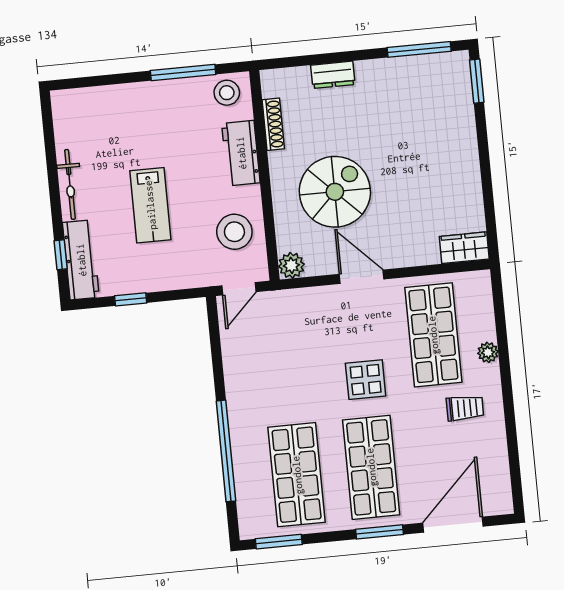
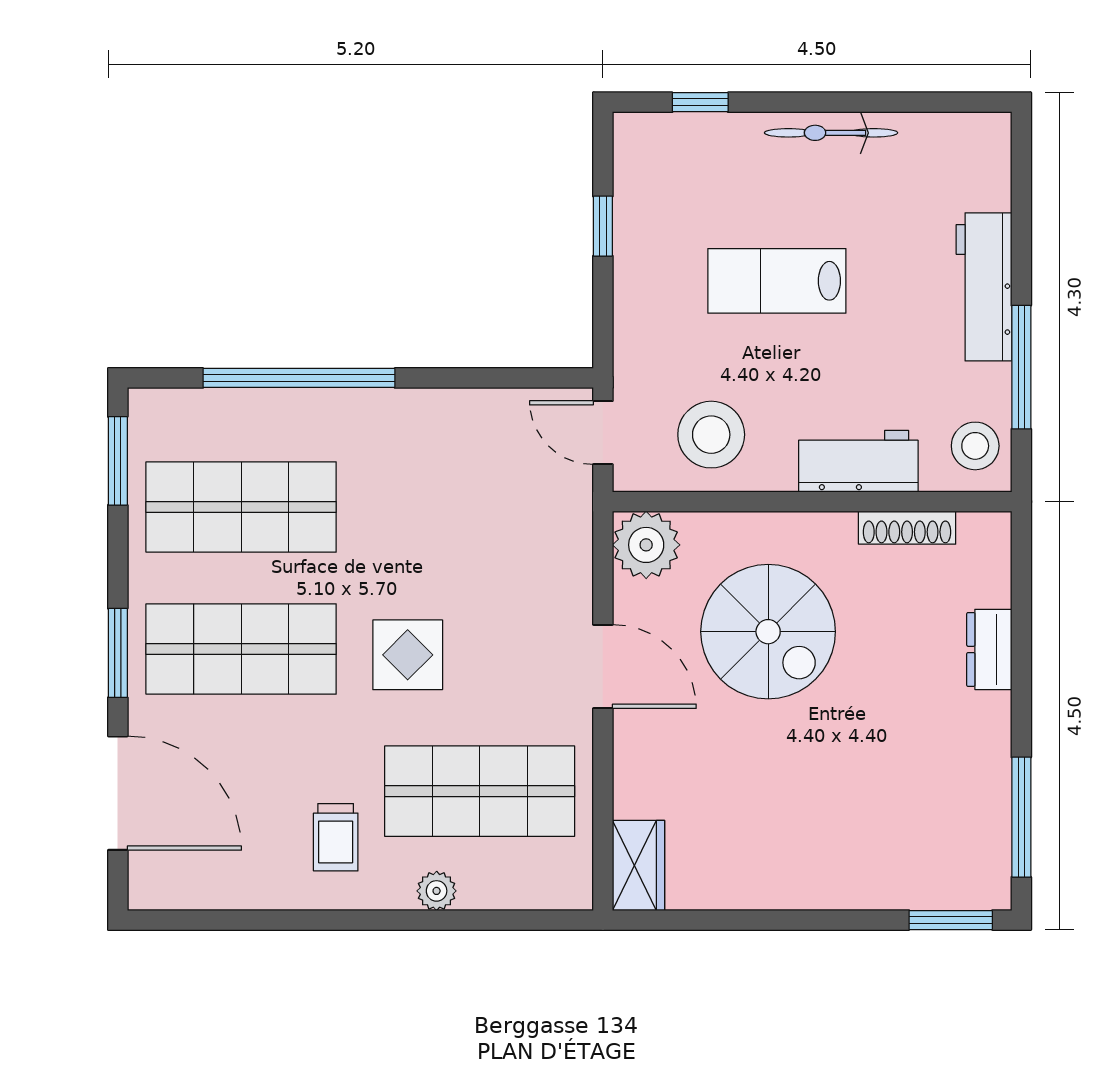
workbench: (81, 260) -> (984, 287), moved, turned 90
plant: (291, 265) -> (646, 545), width x1.36, depth x1.36
door: (362, 277) -> (603, 666), hinge flipped

